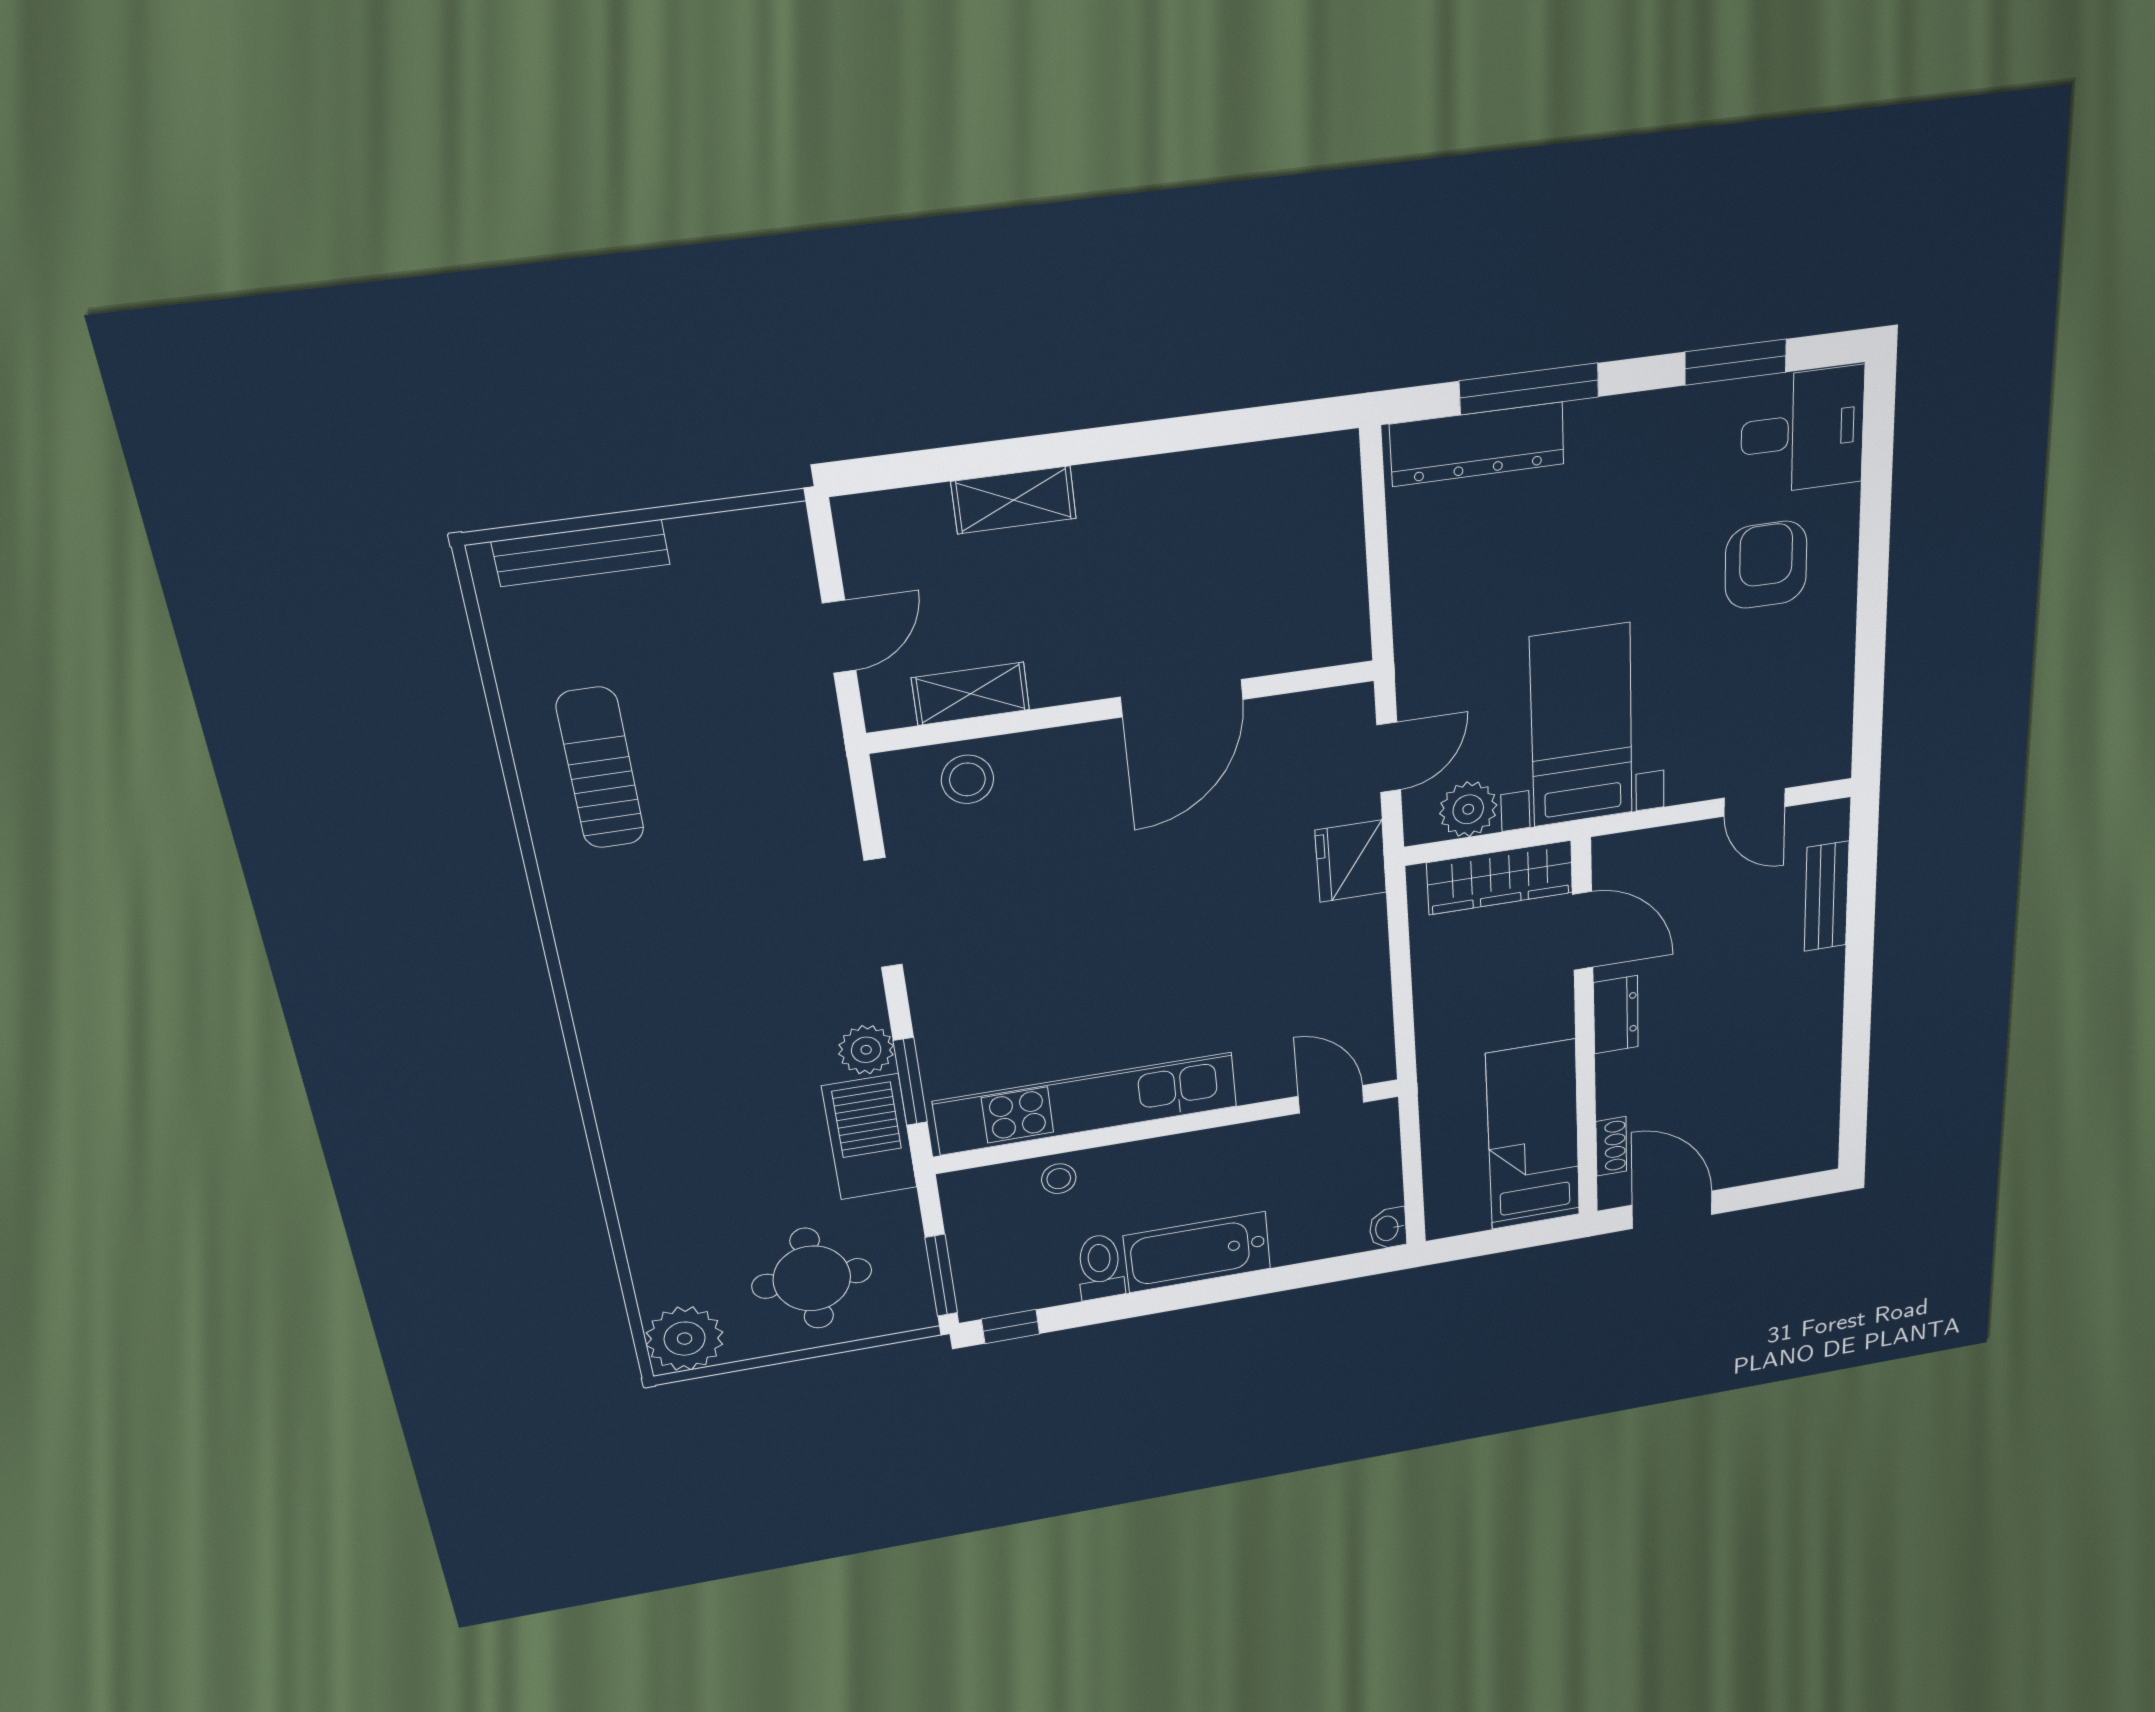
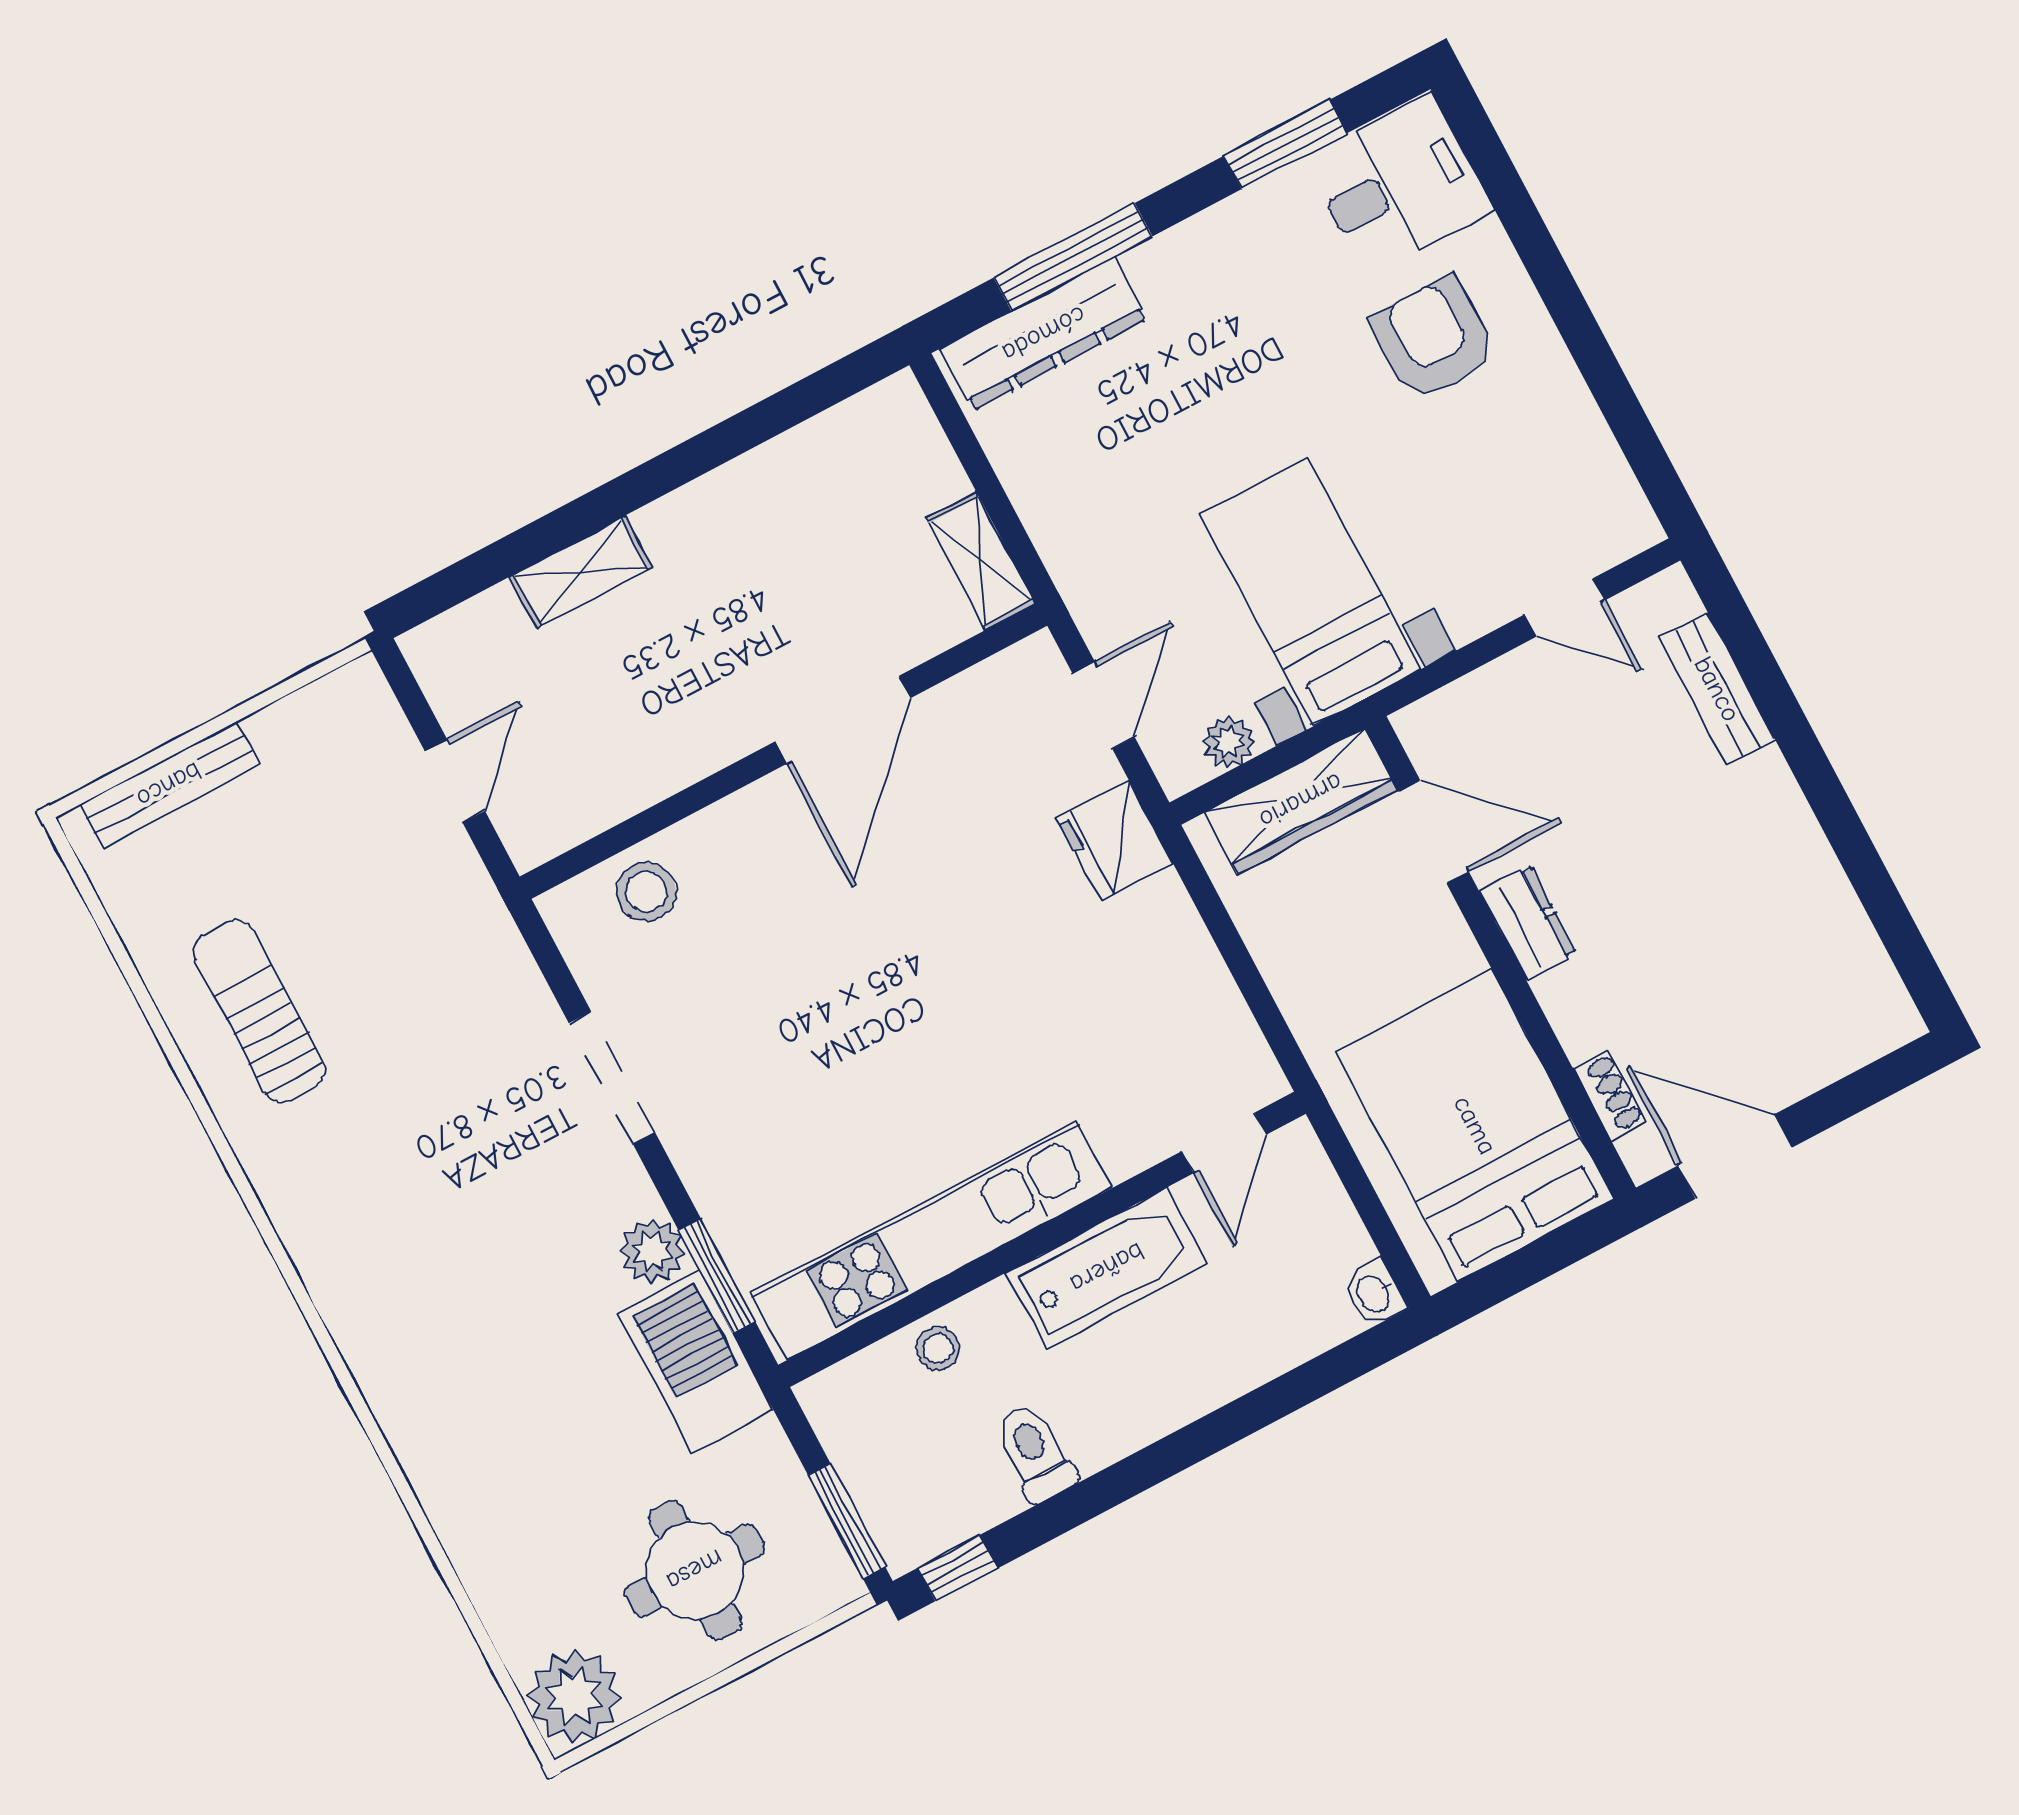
shelving: (971, 694) -> (981, 561), moved, turned 90
plant: (1468, 809) -> (1229, 742), width x0.73, depth x0.73
door: (1331, 1099) -> (1224, 1143), swing flipped
bed: (1533, 1135) -> (1475, 1125), width x1.50
bathtub: (1197, 1252) -> (1107, 1268), moved, turned 180

